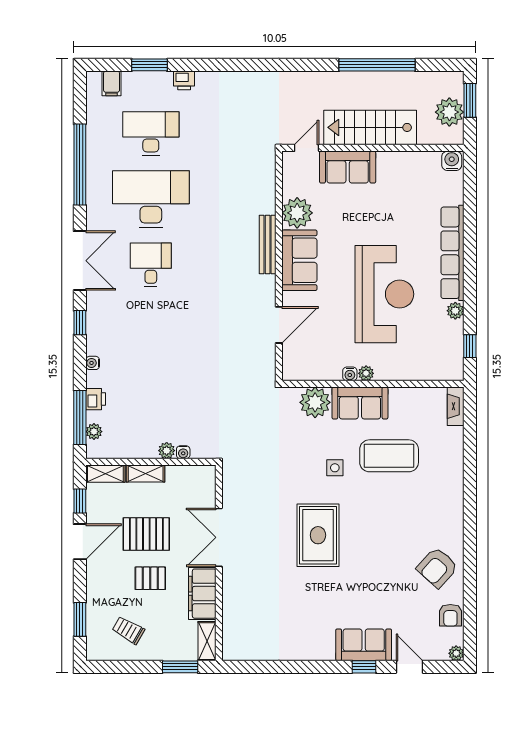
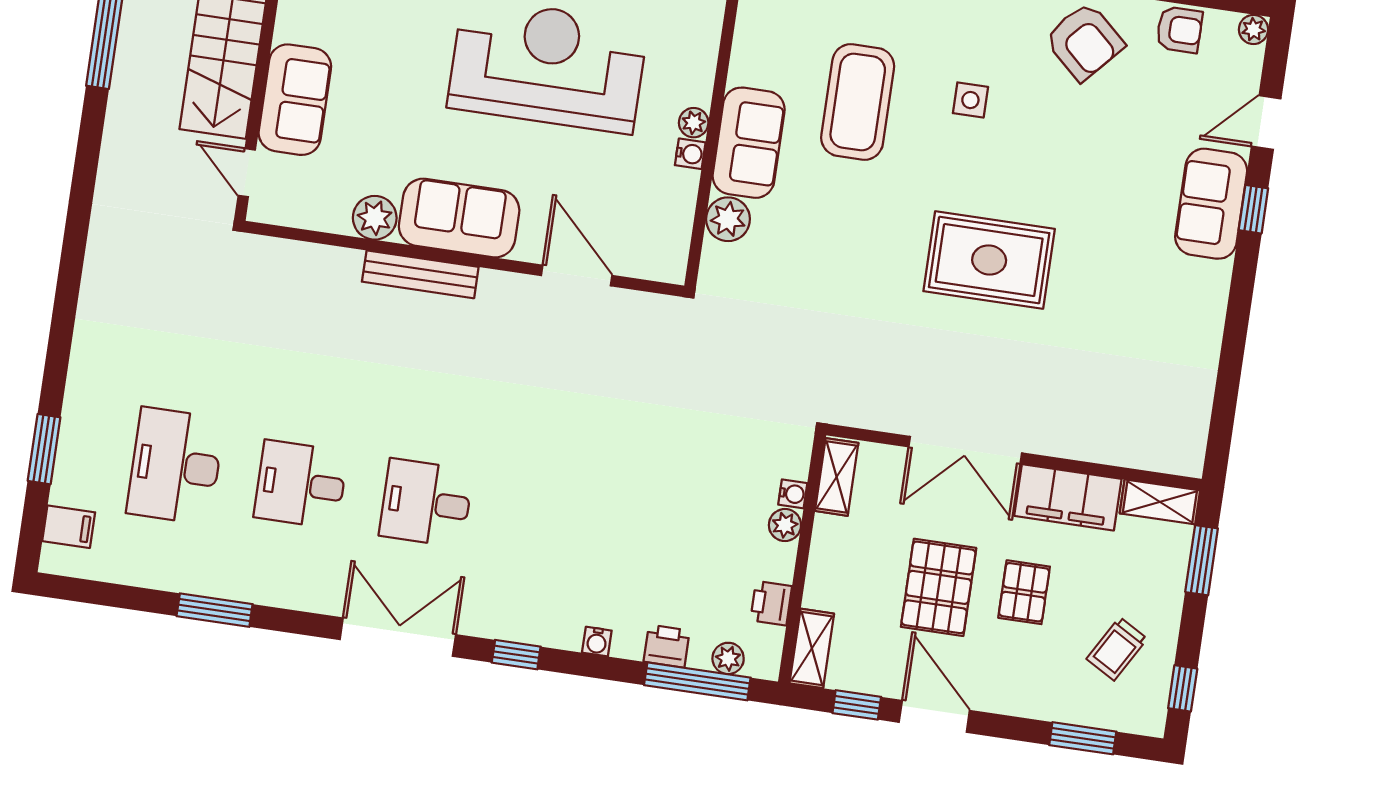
printer: (184, 80) -> (771, 603), moved, turned 180
window: (80, 165) -> (215, 610), width x0.47
desk: (151, 199) -> (301, 484), width x0.53, depth x0.77
plant: (297, 213) -> (375, 218), width x0.73, depth x0.73
plant: (315, 402) -> (728, 219), width x0.73, depth x0.73
side table: (335, 468) -> (970, 100), moved
shelving: (146, 473) -> (837, 477), moved
window: (113, 667) -> (1183, 688), added

